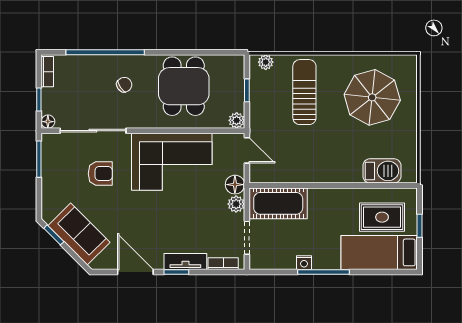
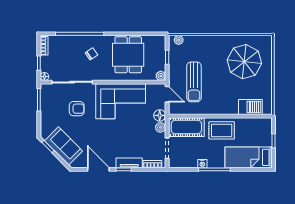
sun lounger: (304, 92) -> (194, 82), moved, turned 180
rug: (382, 217) -> (222, 130), moved

